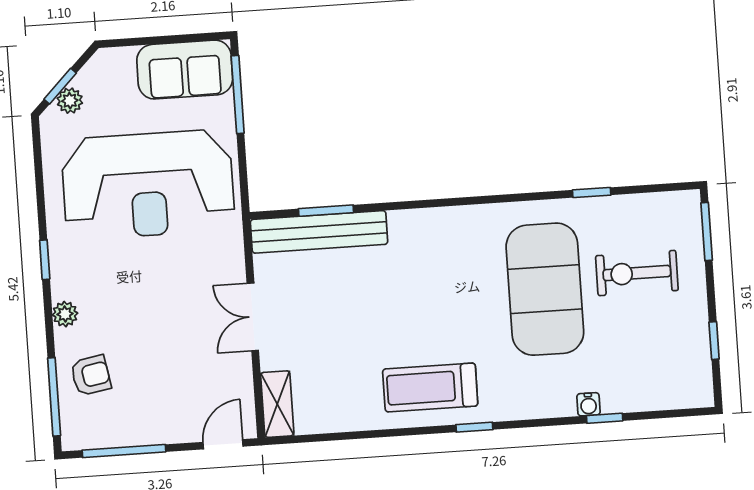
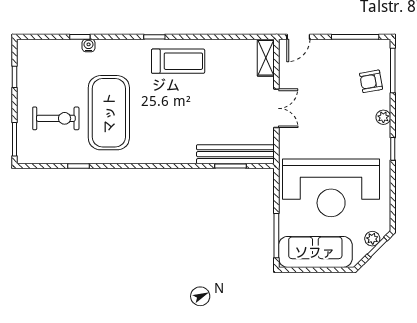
sofa: (185, 70) -> (315, 252), width x1.36
reception desk: (148, 185) -> (331, 188), turned 180

